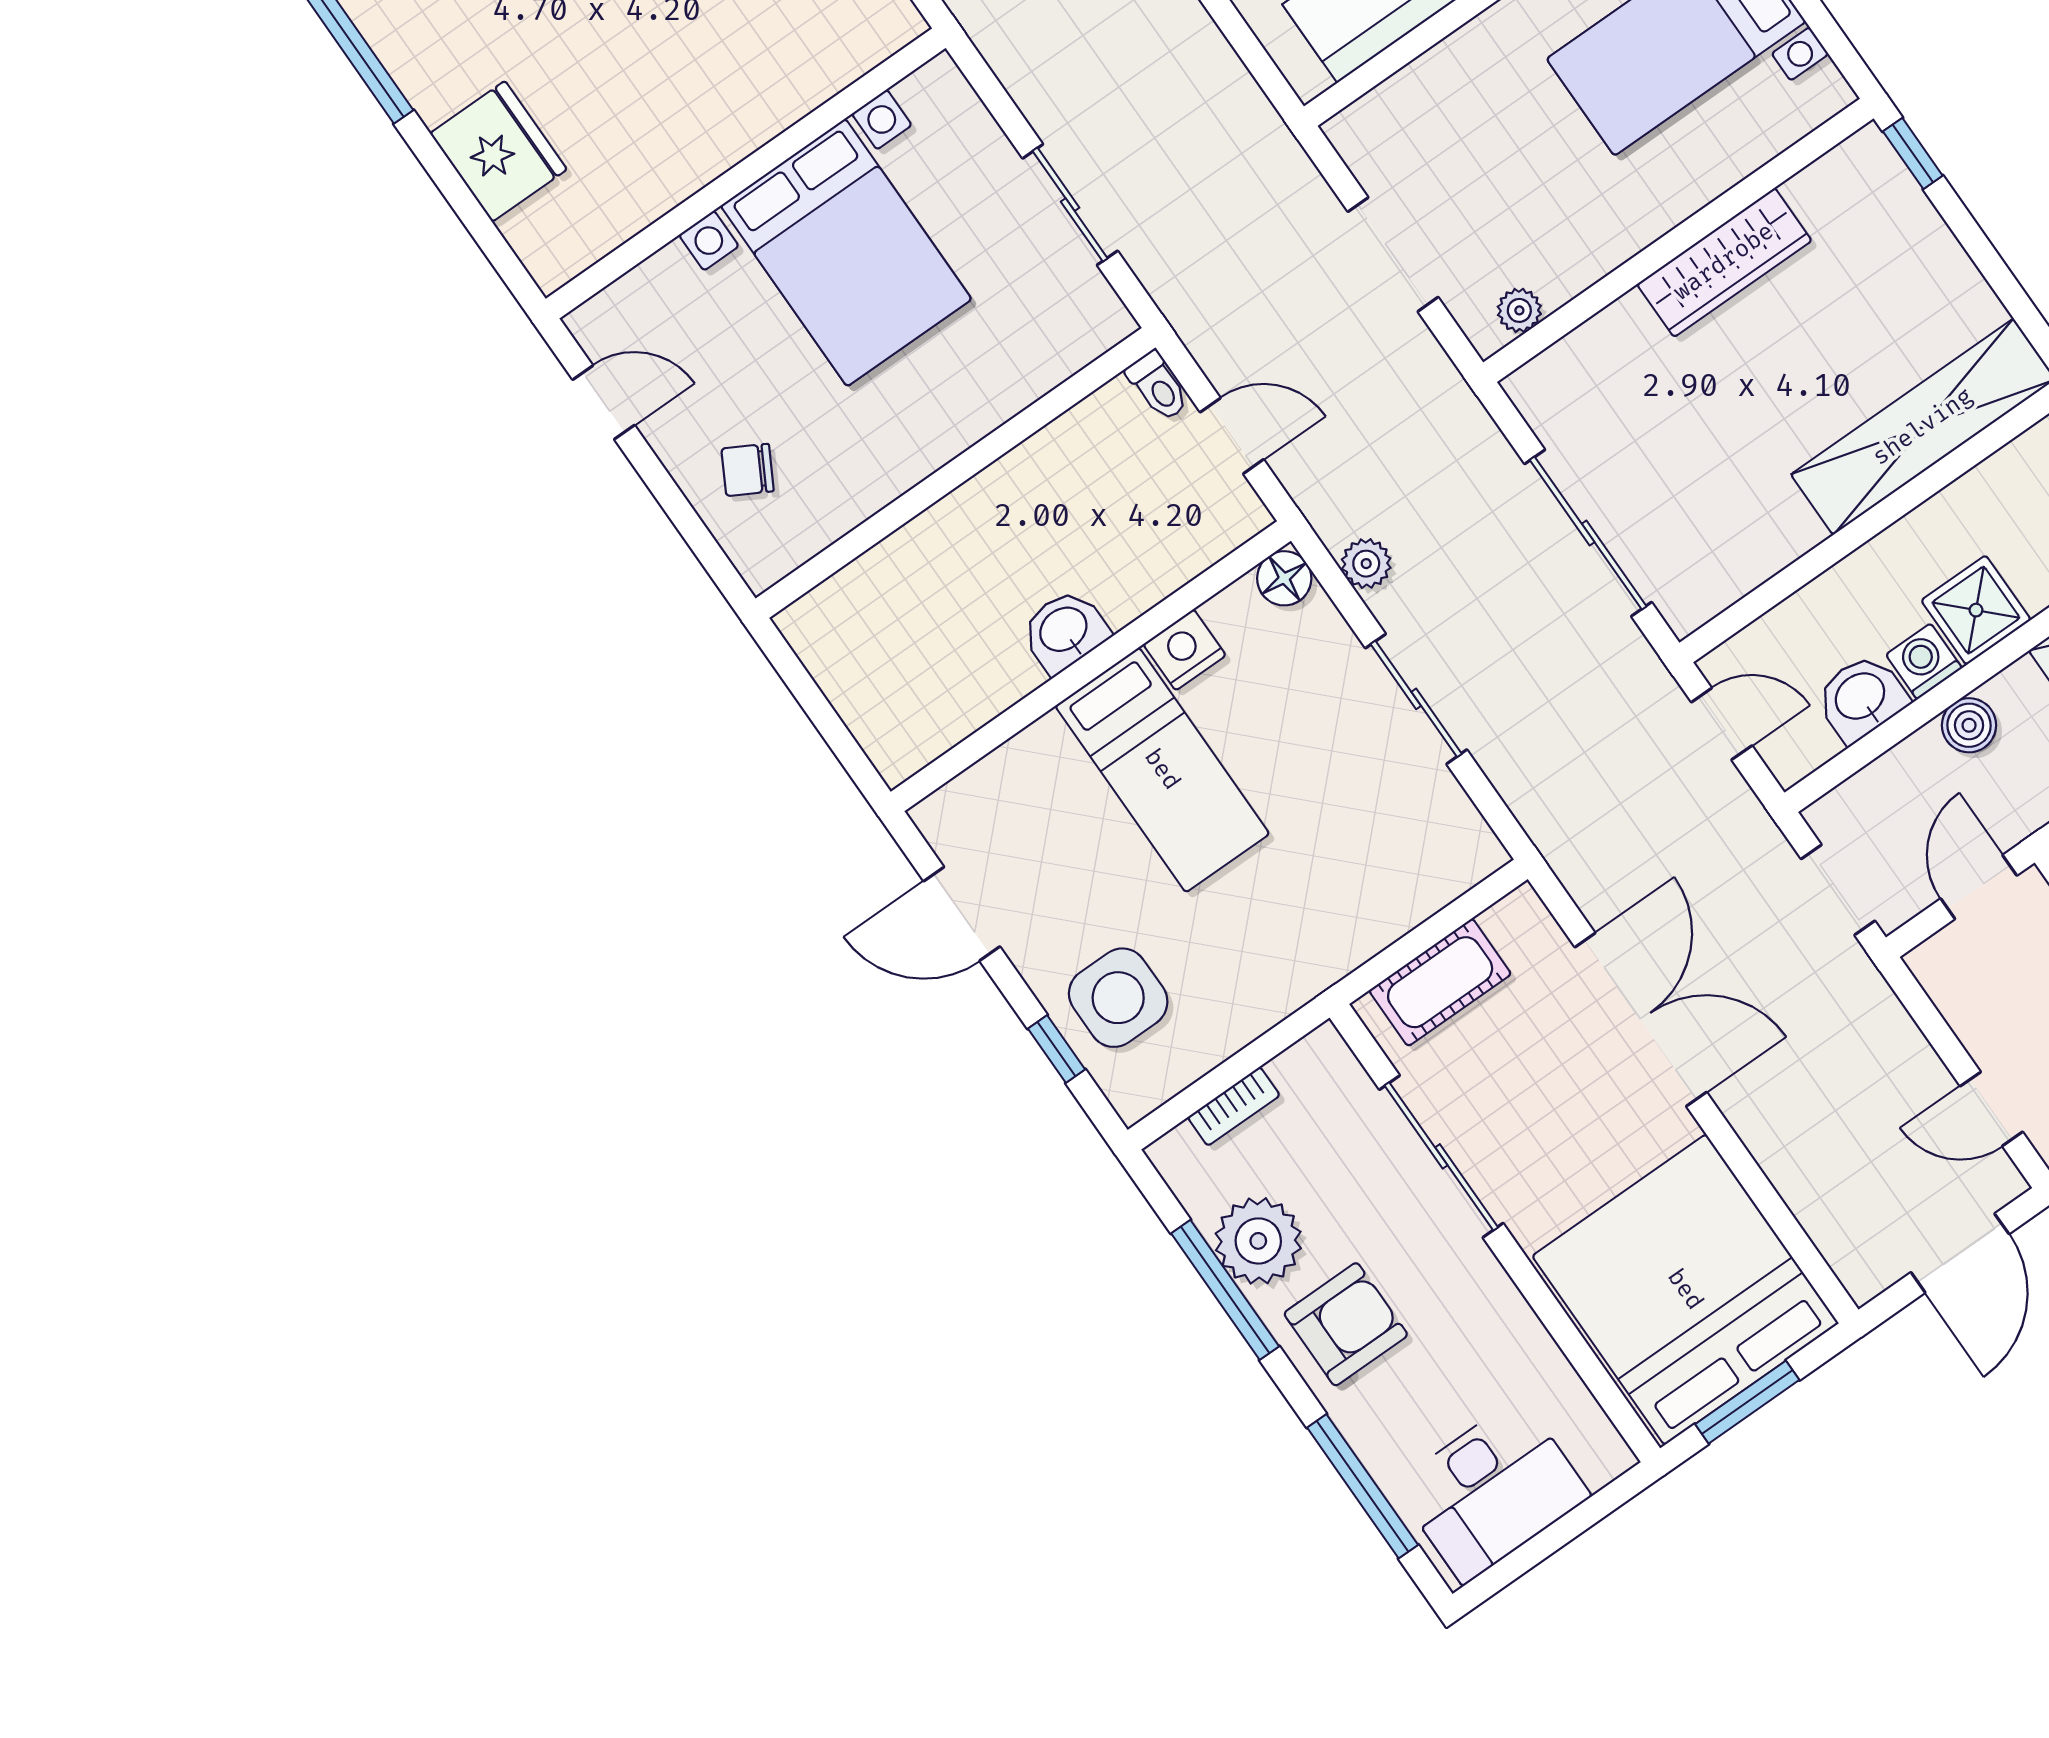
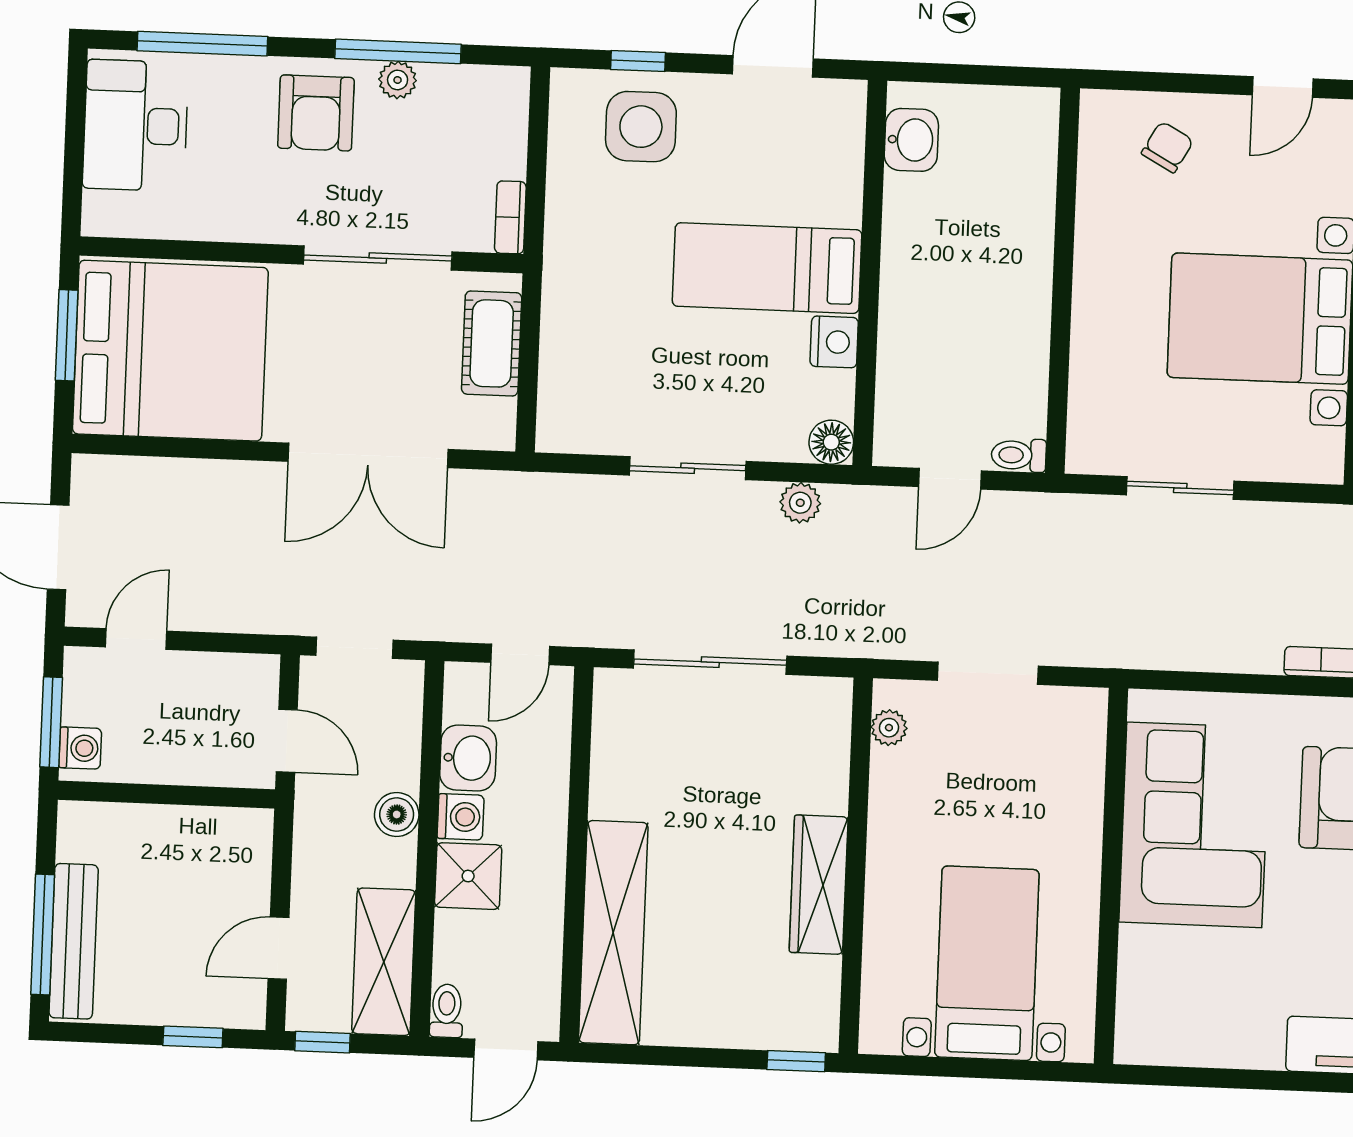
washbasin: (1064, 631) -> (911, 140), moved
bookcase: (1234, 1106) -> (510, 217), moved
plant: (1258, 1241) -> (398, 80), width x0.53, depth x0.53

